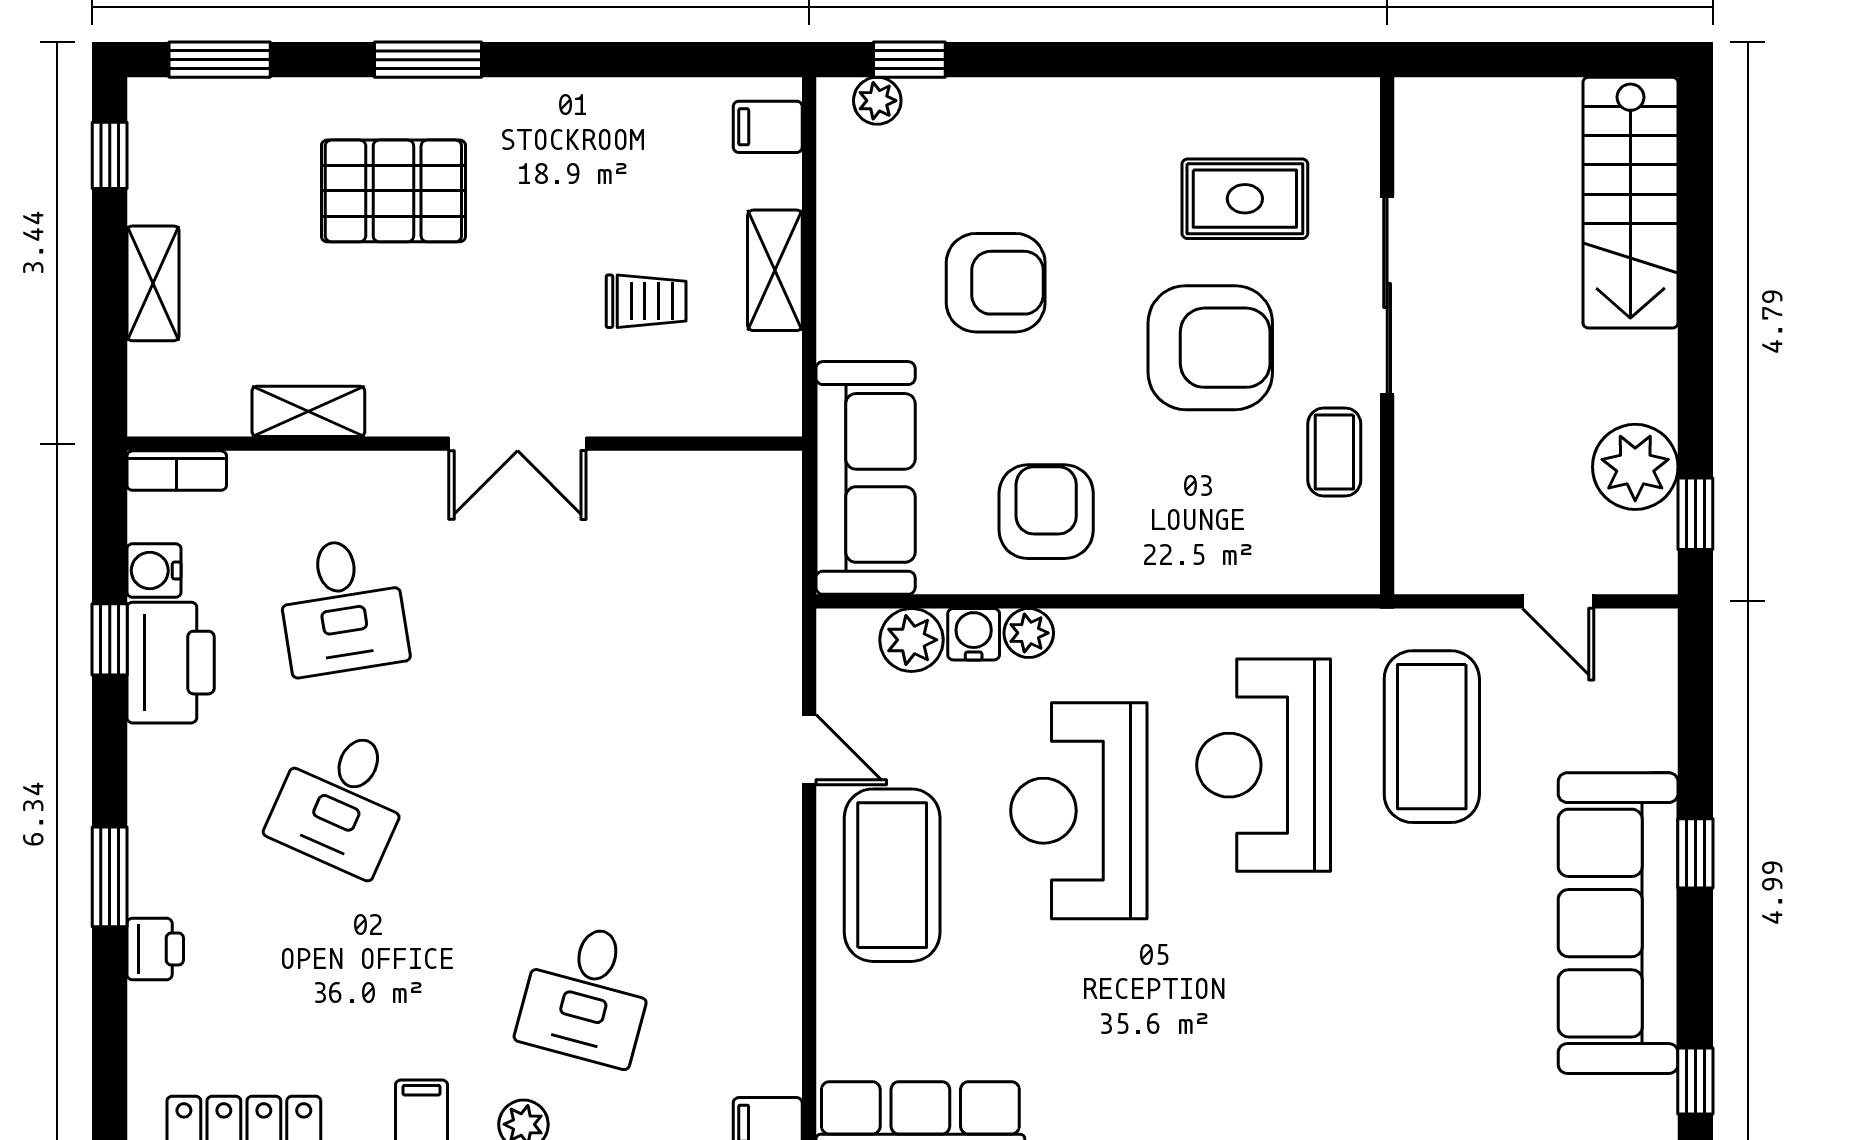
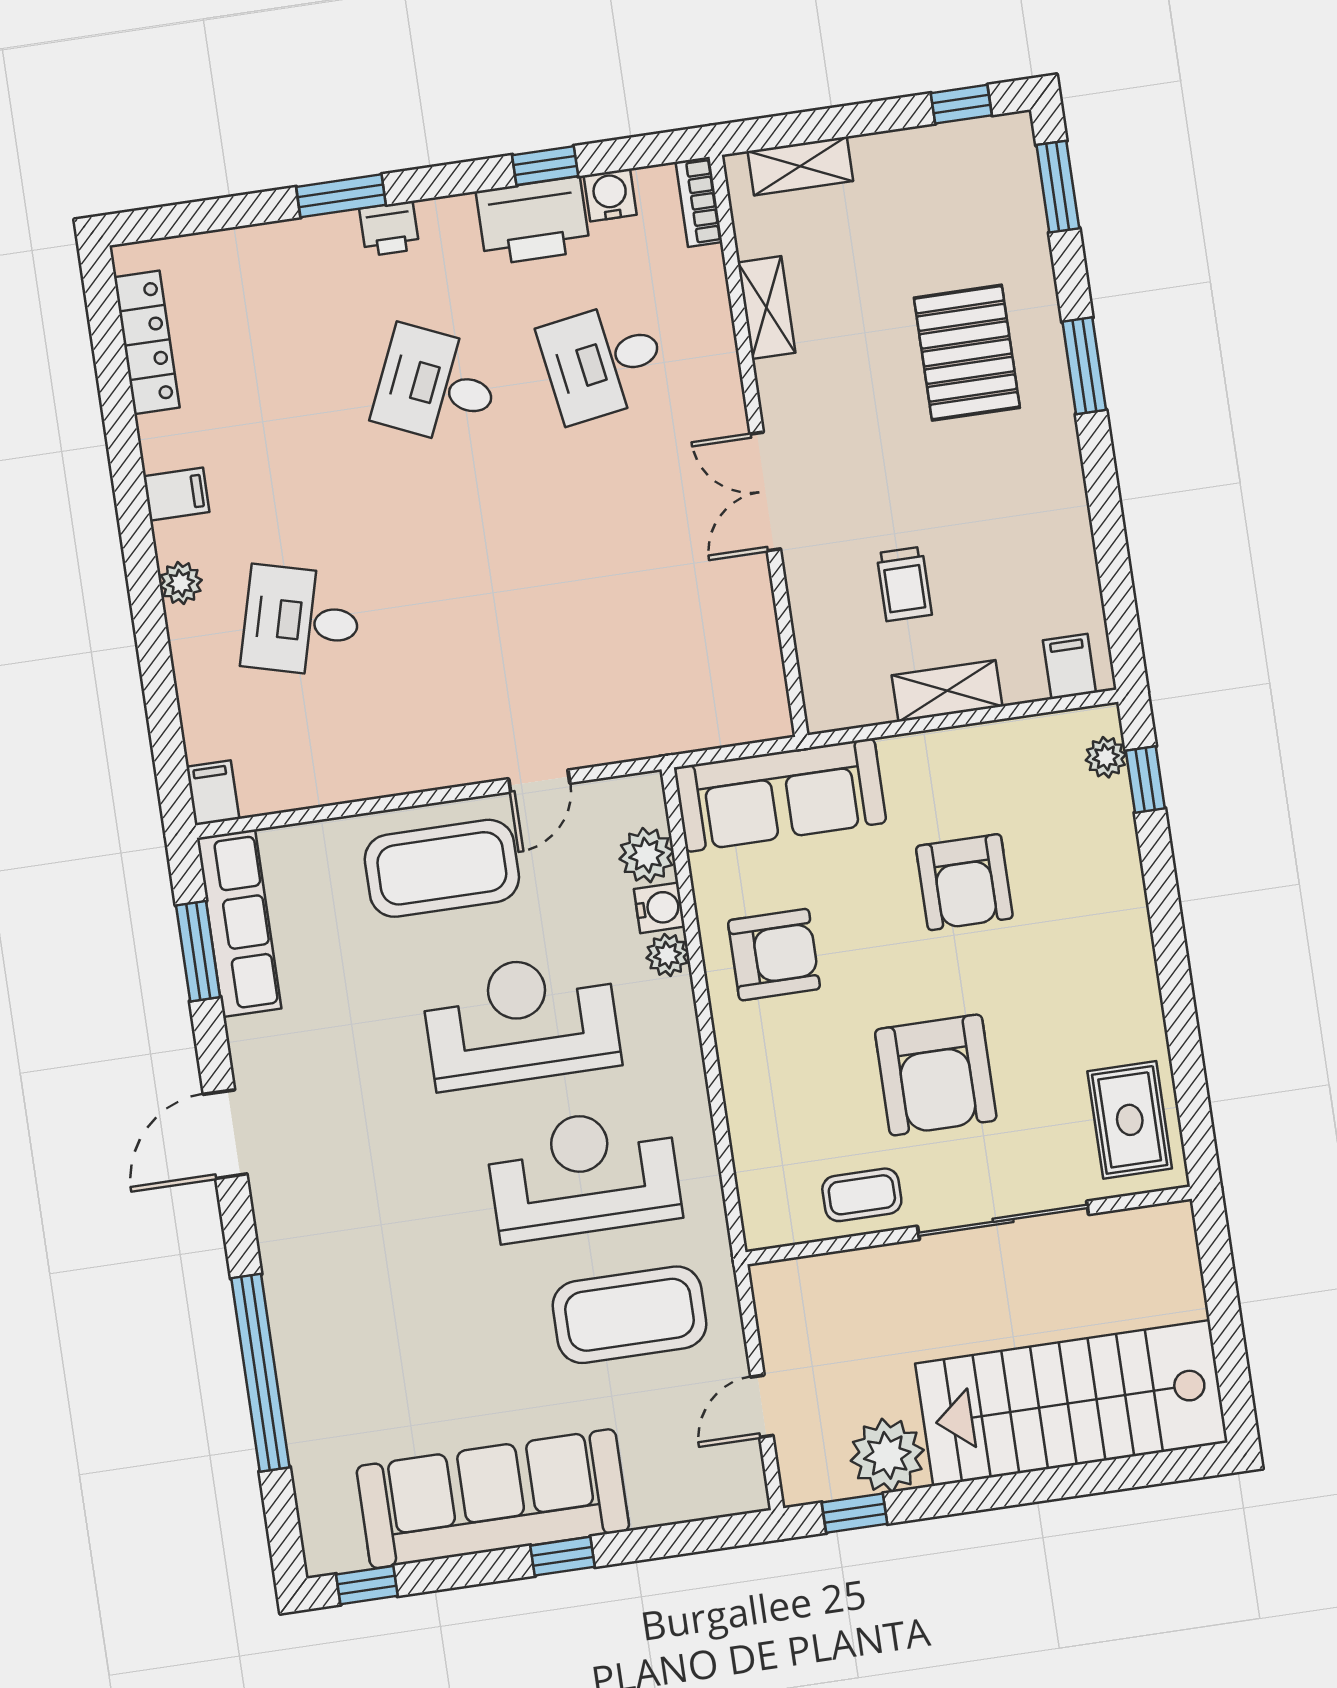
rug: (1245, 199) -> (1130, 1120), moved
stairs: (1630, 203) -> (1072, 1403), width x1.36, depth x1.51
shelving: (153, 283) -> (800, 166), moved
printer: (155, 949) -> (389, 229), moved

